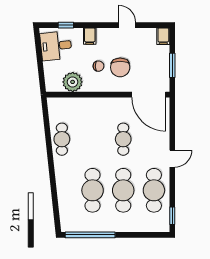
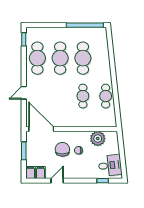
door: (127, 25) -> (57, 181), swing flipped
filing cabinet: (90, 36) -> (40, 173), moved
cafe table: (123, 139) -> (83, 96), moved
door: (172, 159) -> (24, 93), moved

